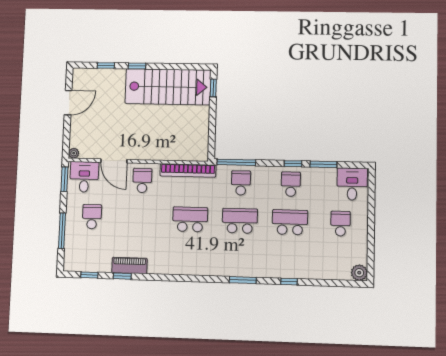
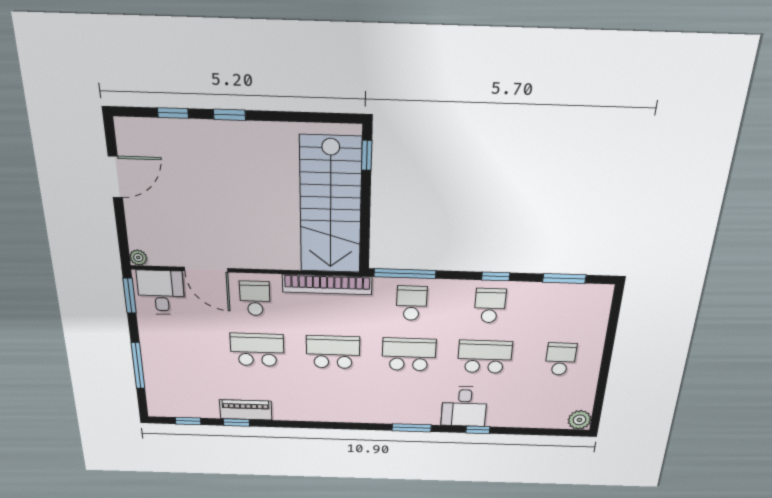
stairs: (168, 87) -> (331, 206), moved, turned 90
window: (323, 164) -> (564, 279), moved
desk: (352, 184) -> (464, 406), moved, turned 180
school desk: (92, 217) -> (257, 350), moved, width x1.85

